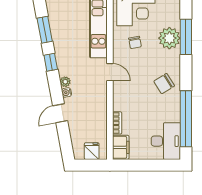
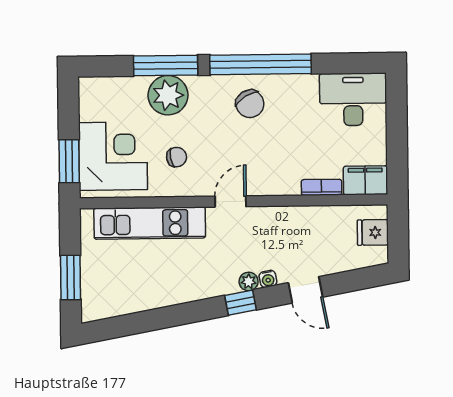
window: (45, 30) -> (156, 319), removed
window: (51, 62) -> (241, 303), moved
window: (186, 119) -> (261, 64), moved

